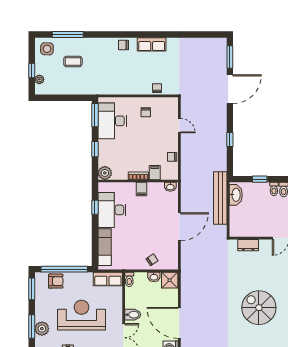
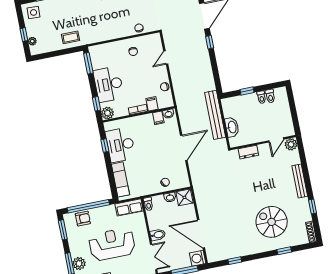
coffee table: (73, 61) -> (71, 37), moved
desk: (112, 121) -> (109, 84), moved
door: (179, 126) -> (166, 58), swing flipped
window: (230, 140) -> (210, 42), moved
window: (95, 149) -> (96, 104), moved
filing cabinet: (141, 189) -> (158, 118), moved
washbasin: (236, 195) -> (232, 127), moved
spiral stairs: (259, 308) -> (272, 222), moved

